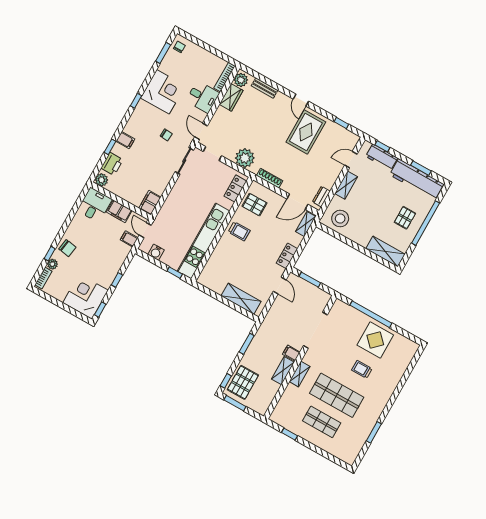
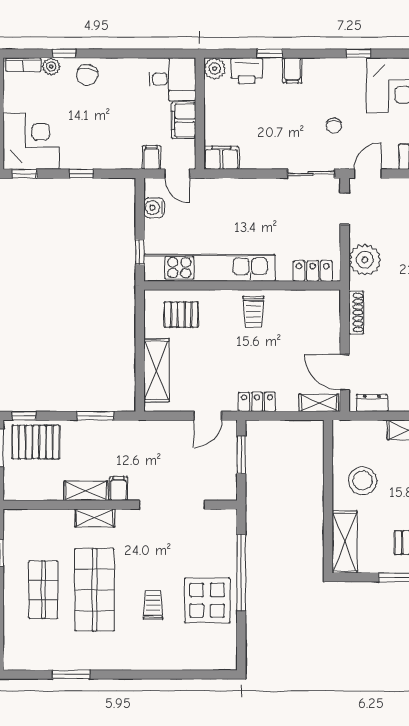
pallet: (255, 205) -> (181, 315), moved, turned 90
stool: (340, 219) -> (363, 481), moved
door: (145, 230) -> (177, 174), swing flipped

